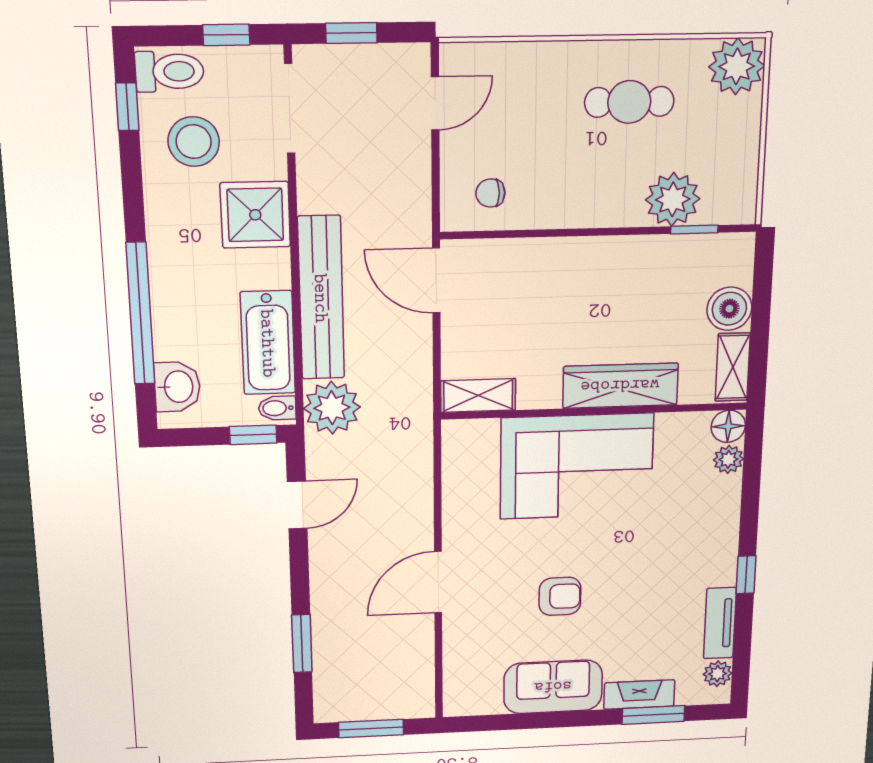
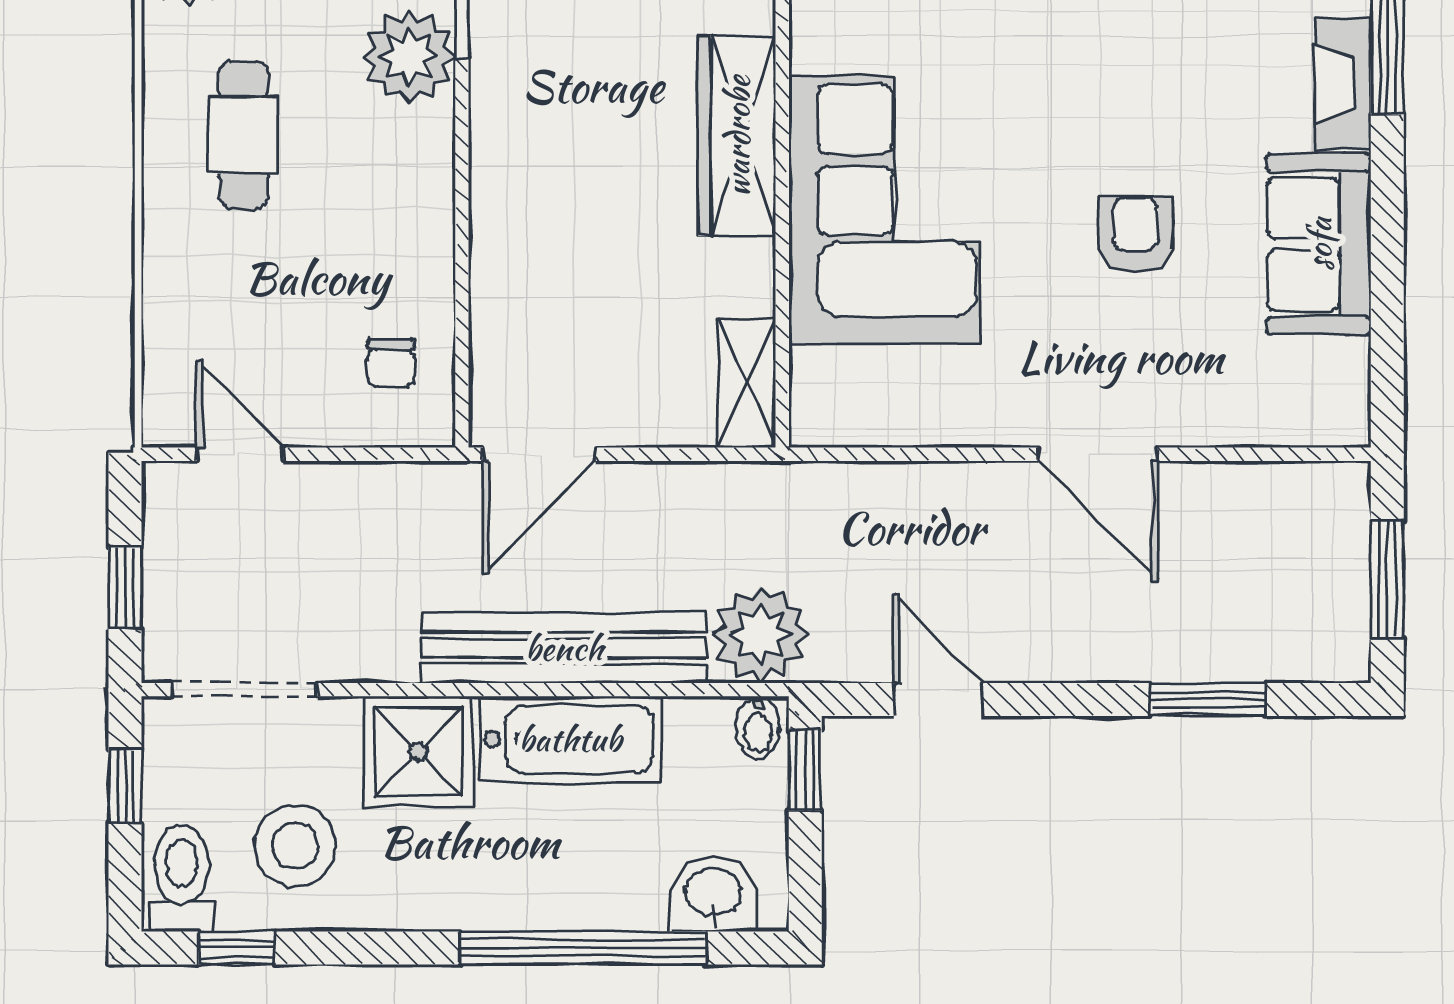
bathtub: (268, 343) -> (570, 739), moved

